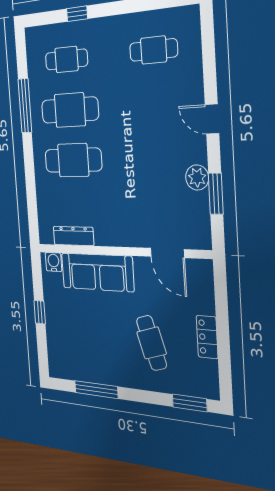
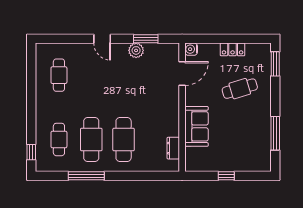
window: (77, 14) -> (31, 152), moved
door: (212, 119) -> (102, 39), hinge flipped
dresser: (73, 236) -> (173, 148), width x0.70
water cooler: (54, 262) -> (191, 49), moved
sofa: (97, 272) -> (196, 126), width x0.73

